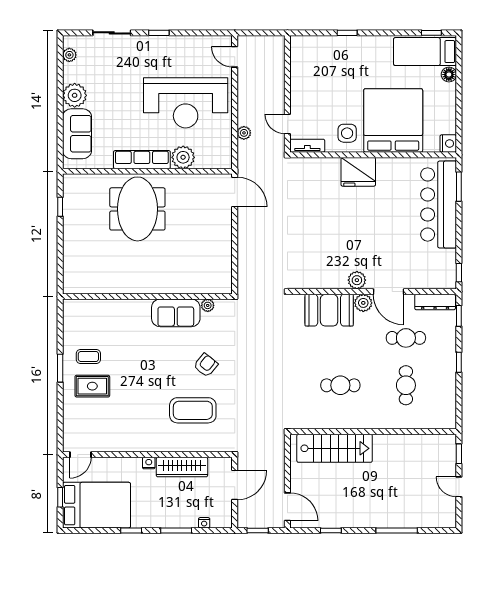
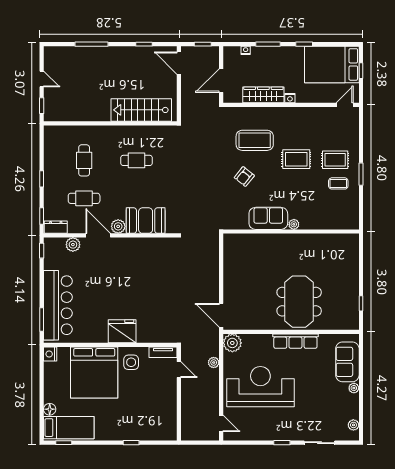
plant: (75, 95) -> (354, 388), width x0.53, depth x0.53
plant: (183, 157) -> (232, 343), moved
plant: (357, 280) -> (73, 245), moved
dresser: (435, 302) -> (56, 227), width x0.70
plant: (208, 305) -> (294, 224), moved
rug: (141, 387) -> (296, 159), added

